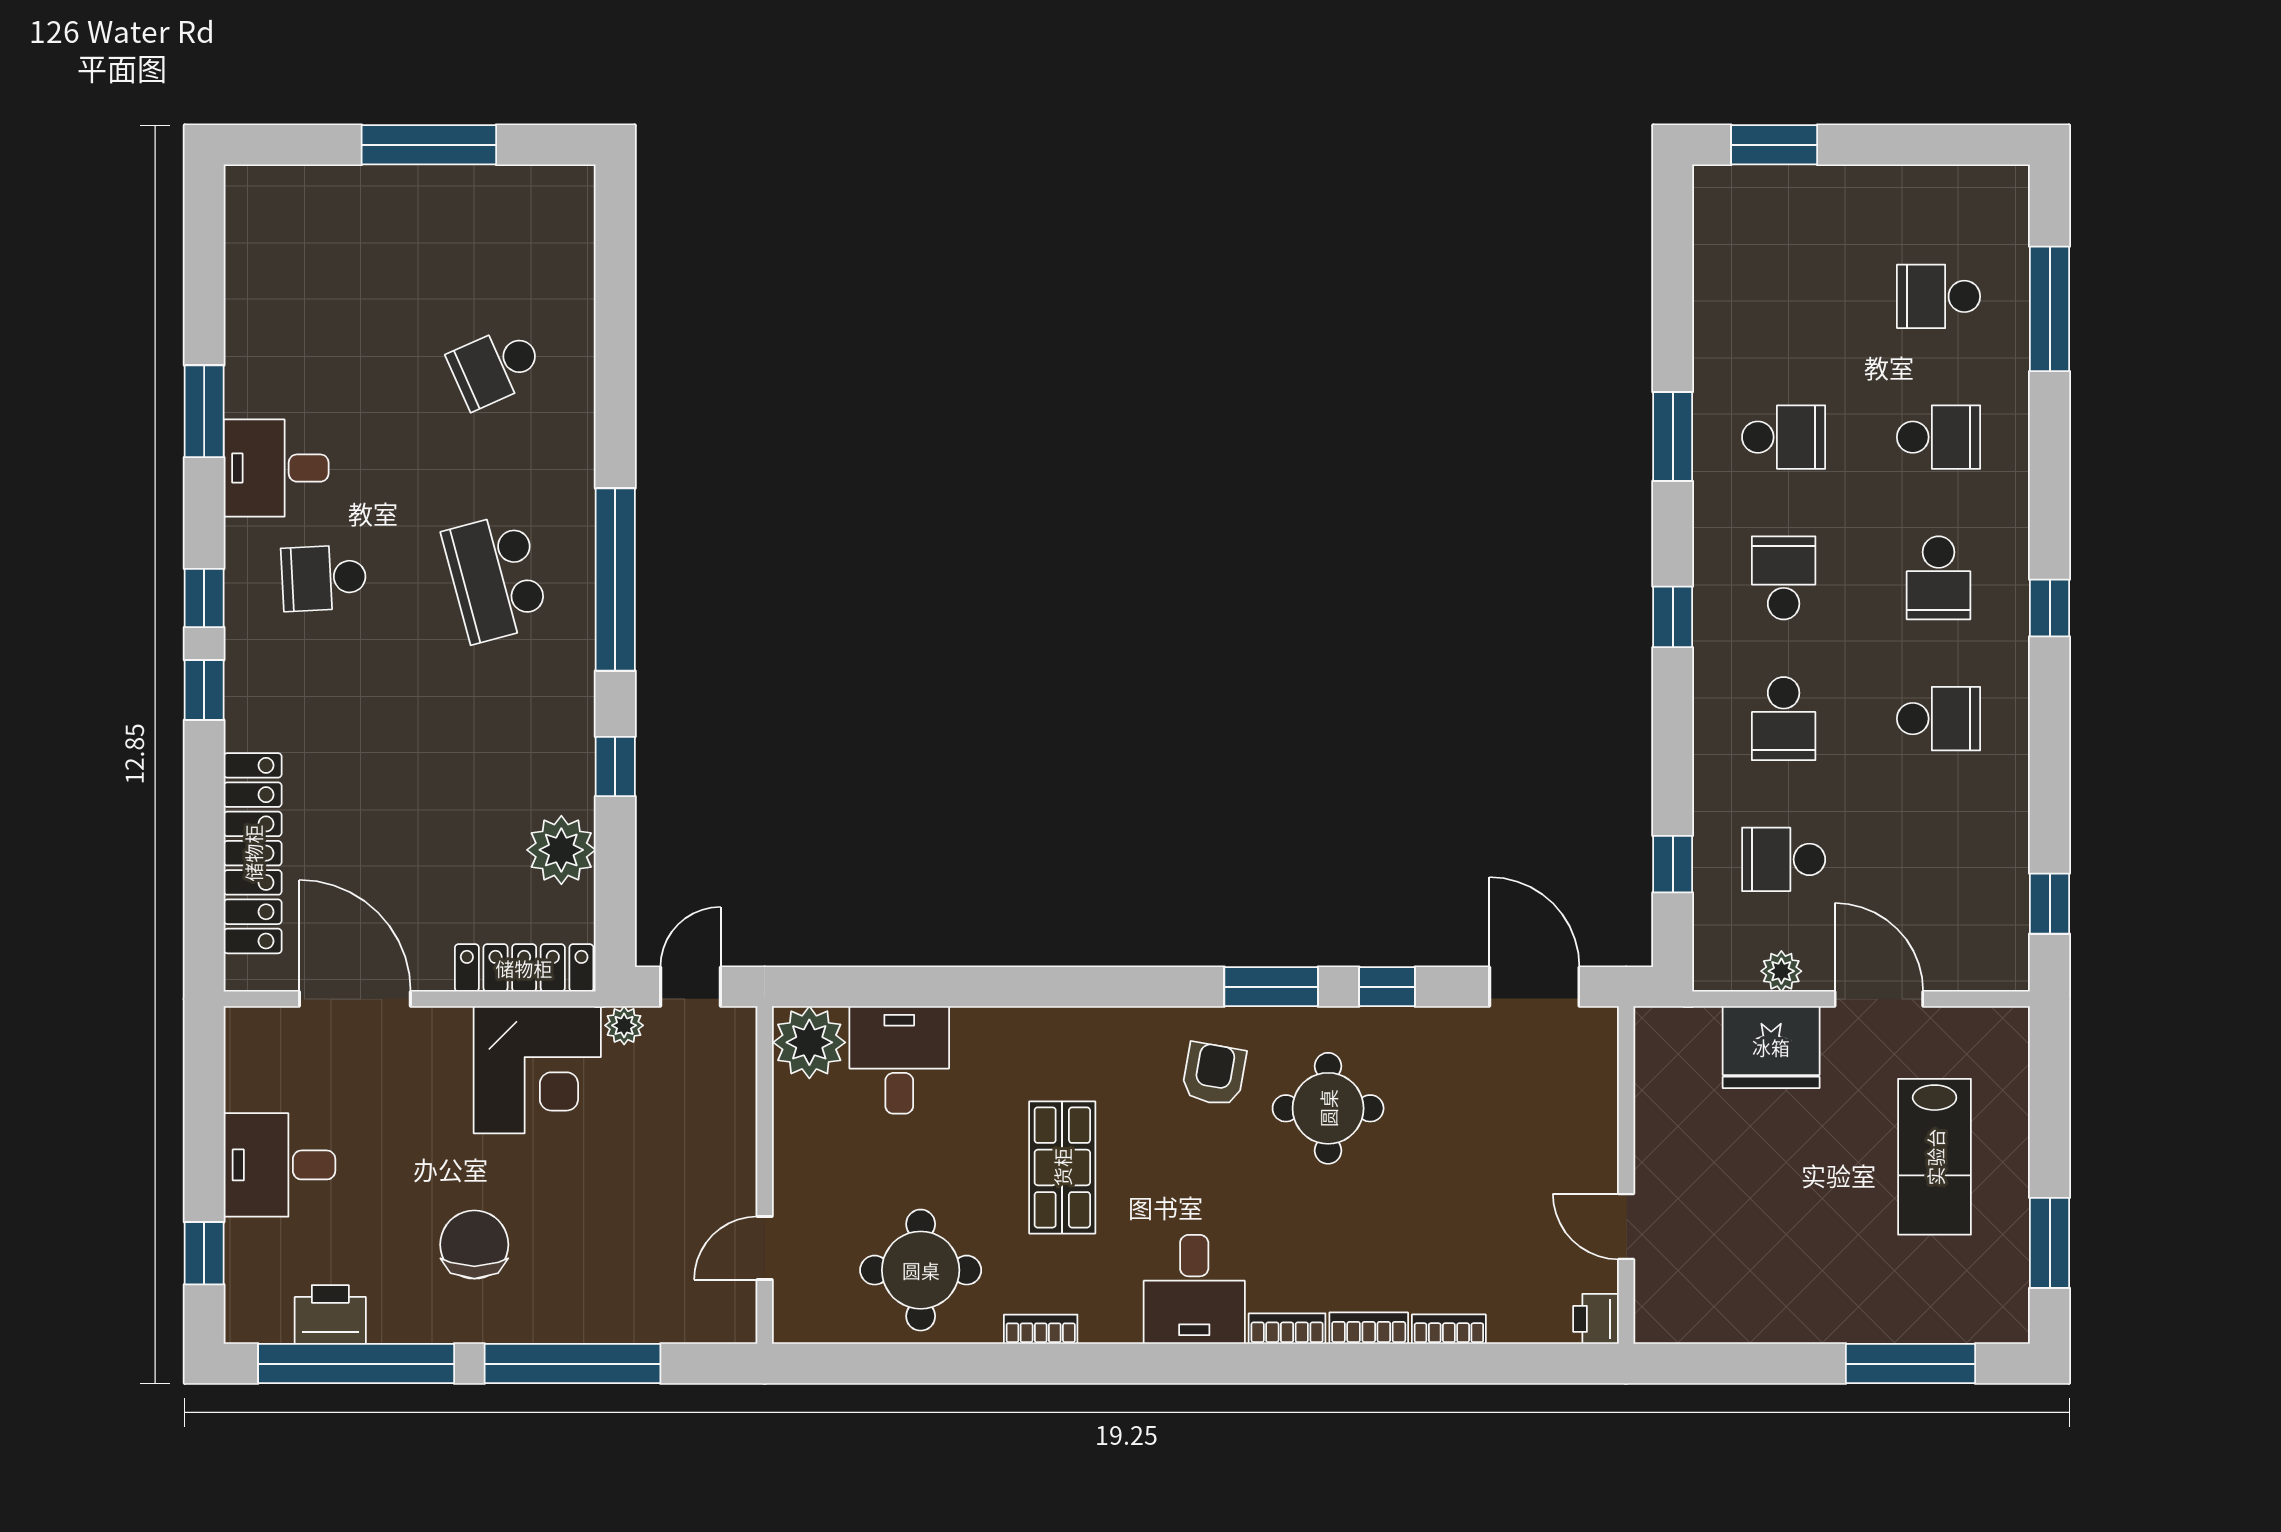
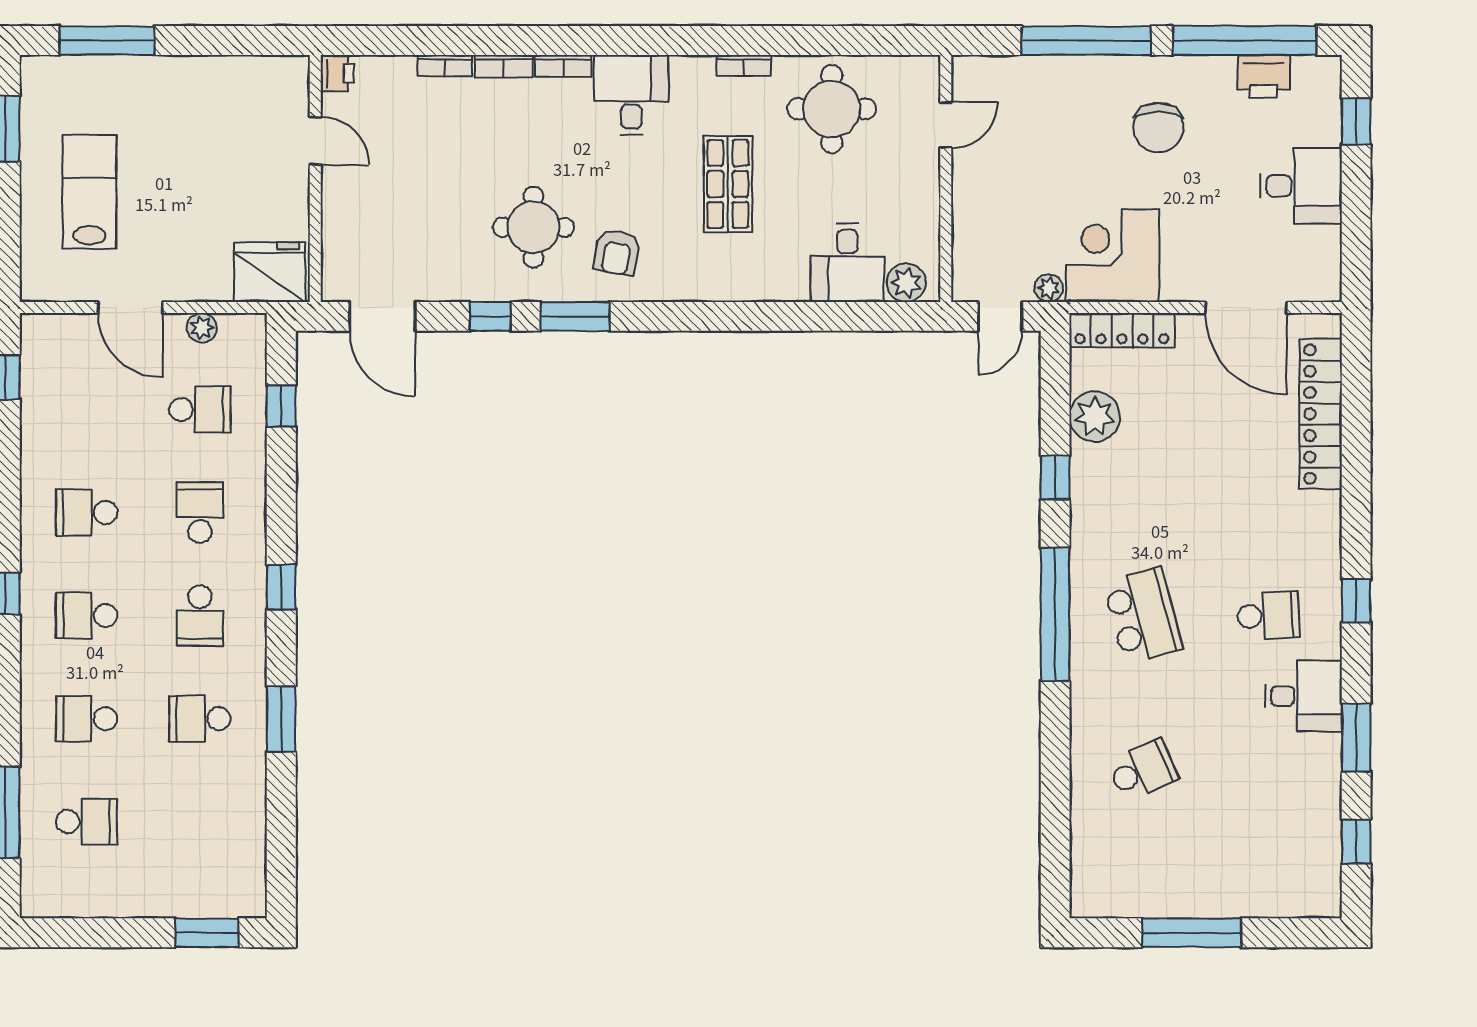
school desk: (1939, 578) -> (87, 616), turned -90
window: (204, 690) -> (1356, 841), moved
plant: (809, 1042) -> (906, 283), width x0.73, depth x0.73
fridge: (1771, 1047) -> (270, 272), moved

